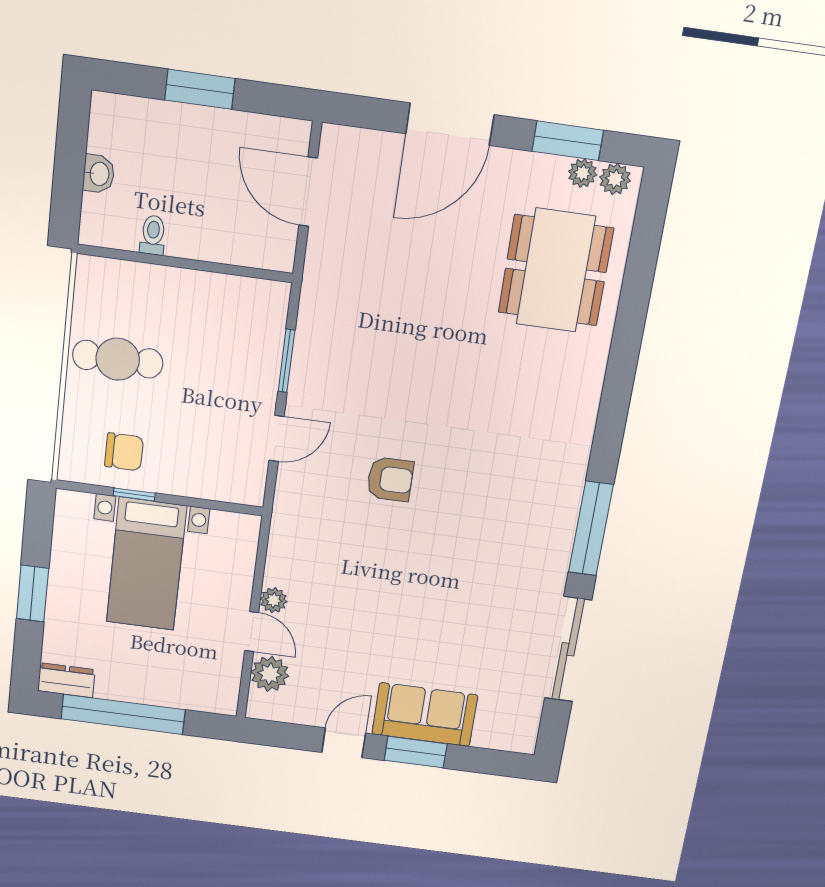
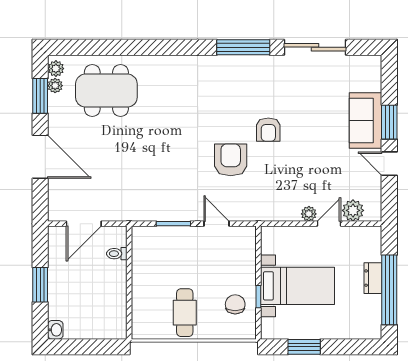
washbasin: (99, 174) -> (55, 330), moved, turned 90
toilet: (153, 235) -> (117, 254), moved
armchair: (390, 479) -> (231, 160), width x1.38, depth x1.38
armchair: (435, 552) -> (268, 130), added
window: (32, 594) -> (304, 347), moved
dresser: (66, 680) -> (373, 278), moved

